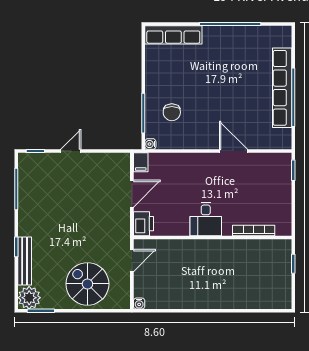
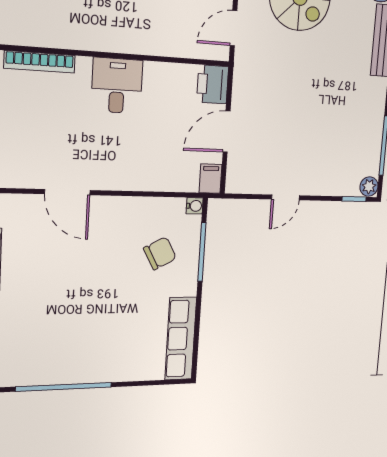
row of seats: (173, 35) -> (181, 339), moved, turned -90
chair: (172, 112) -> (160, 253), turned 62
door: (71, 151) -> (286, 197), moved
plant: (25, 160) -> (369, 187), added

